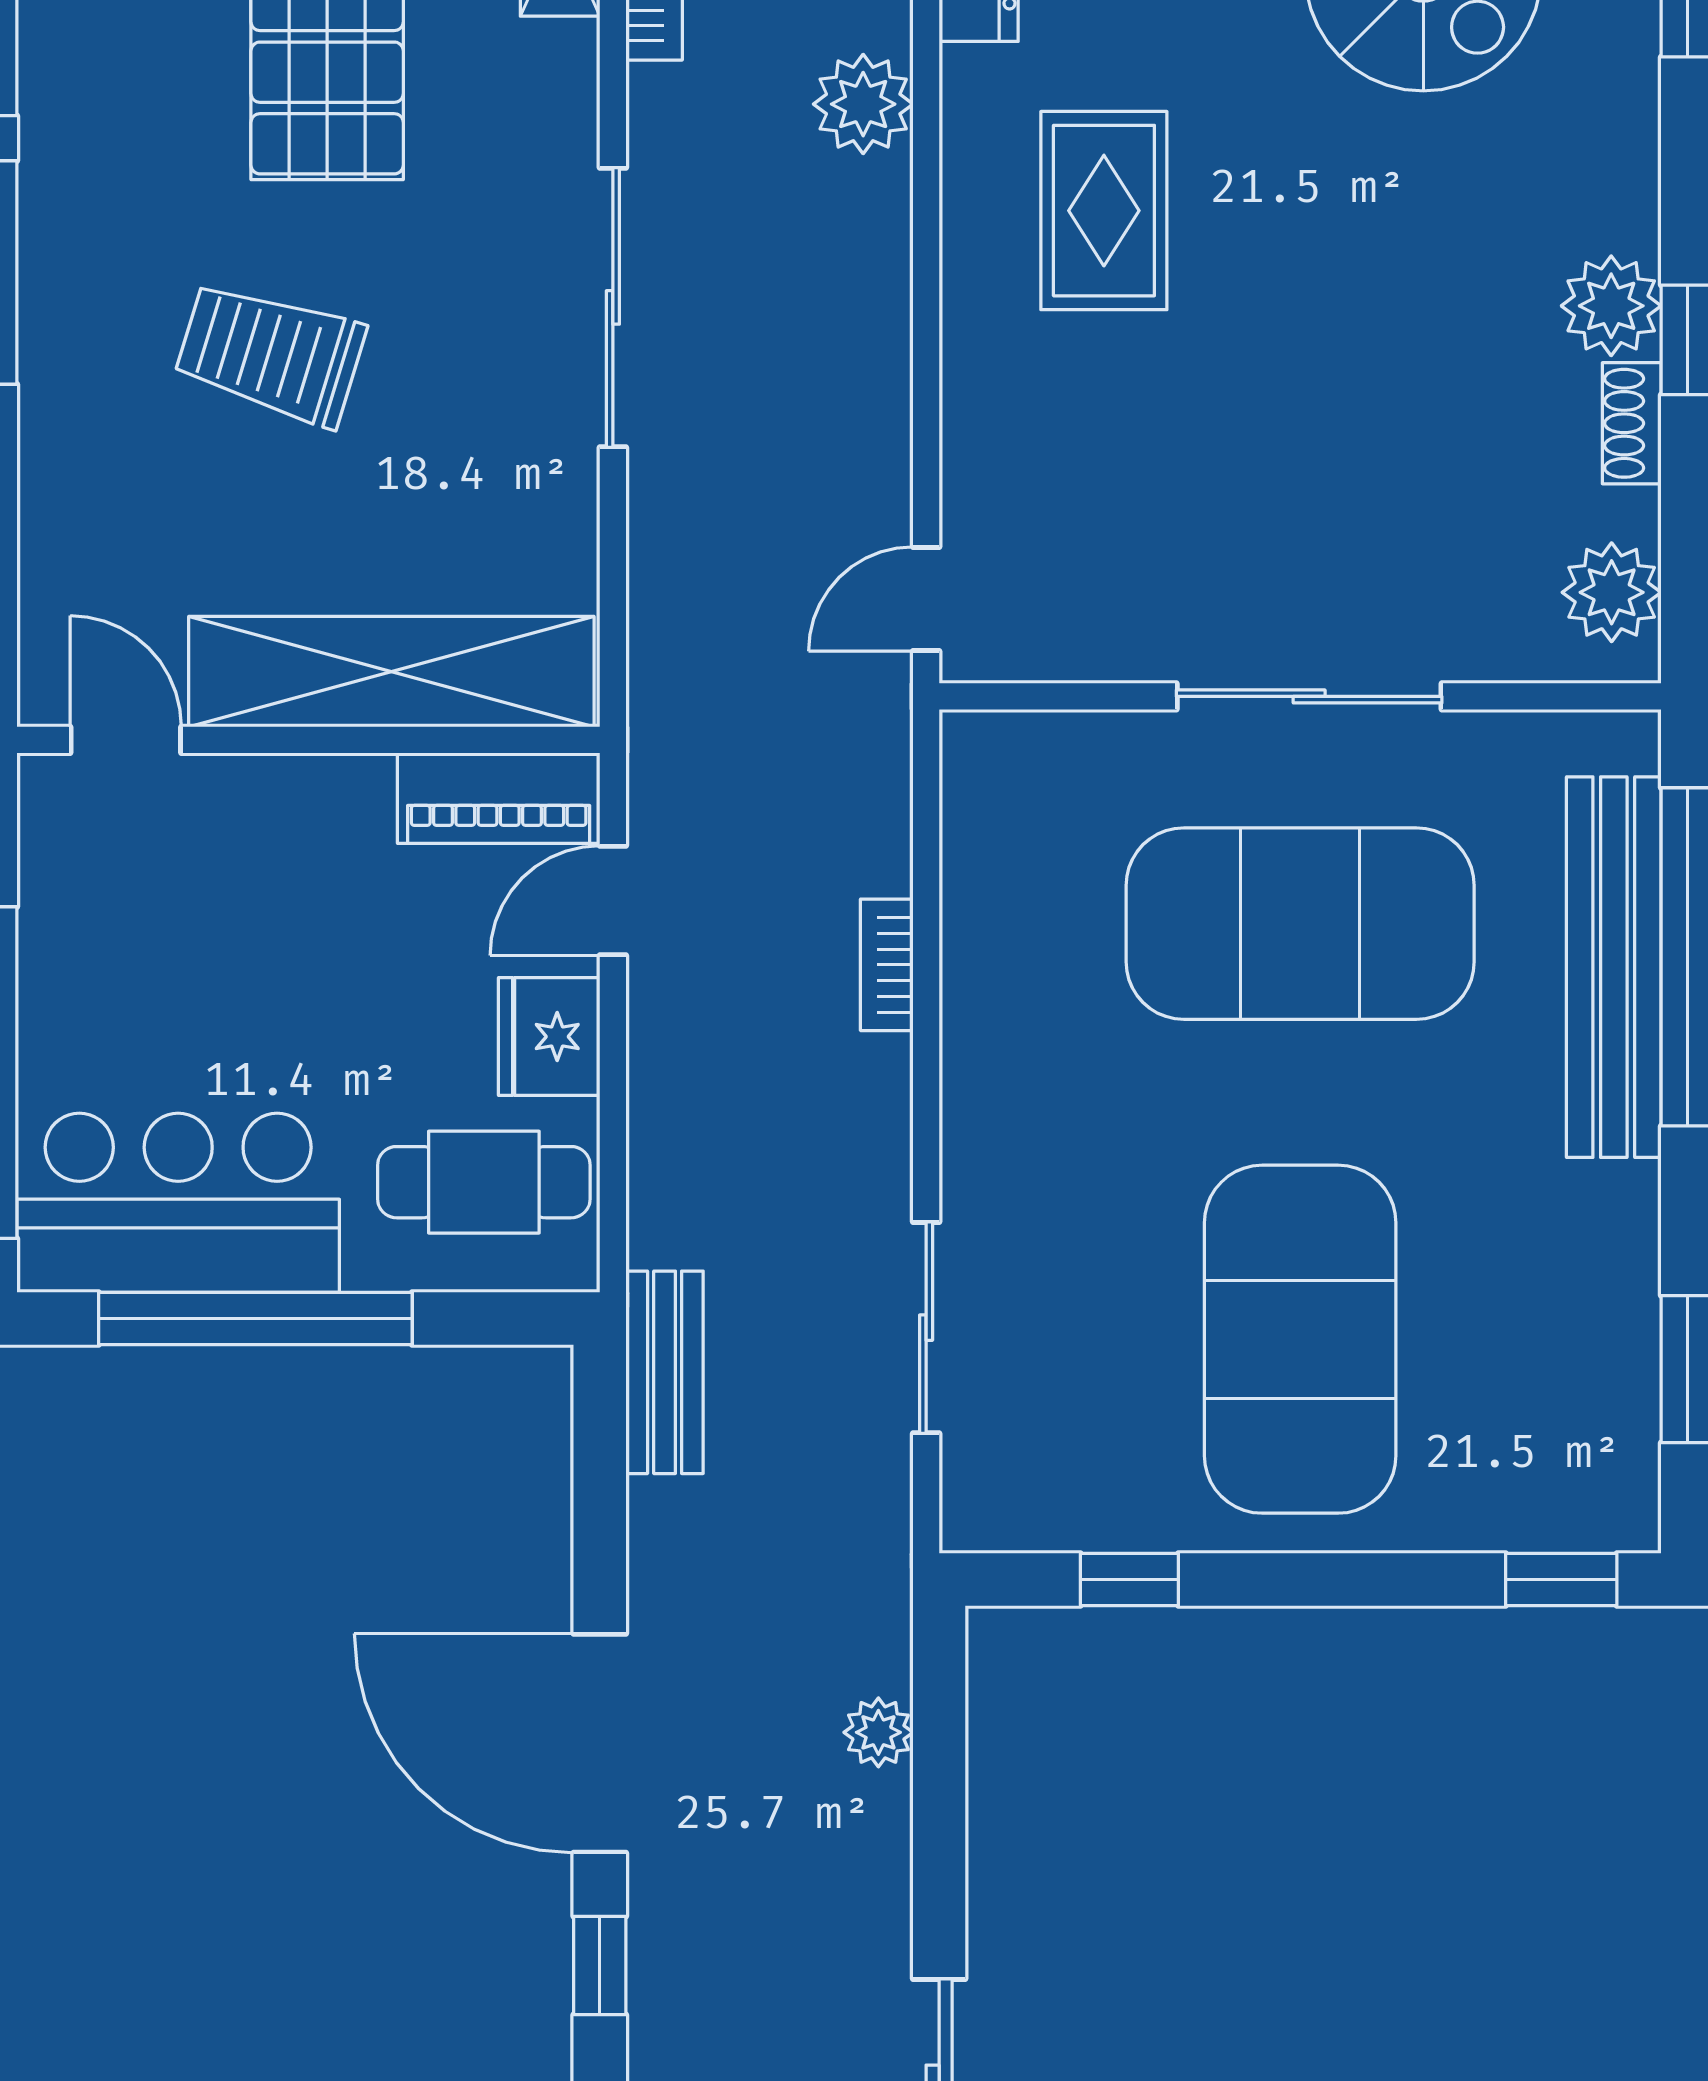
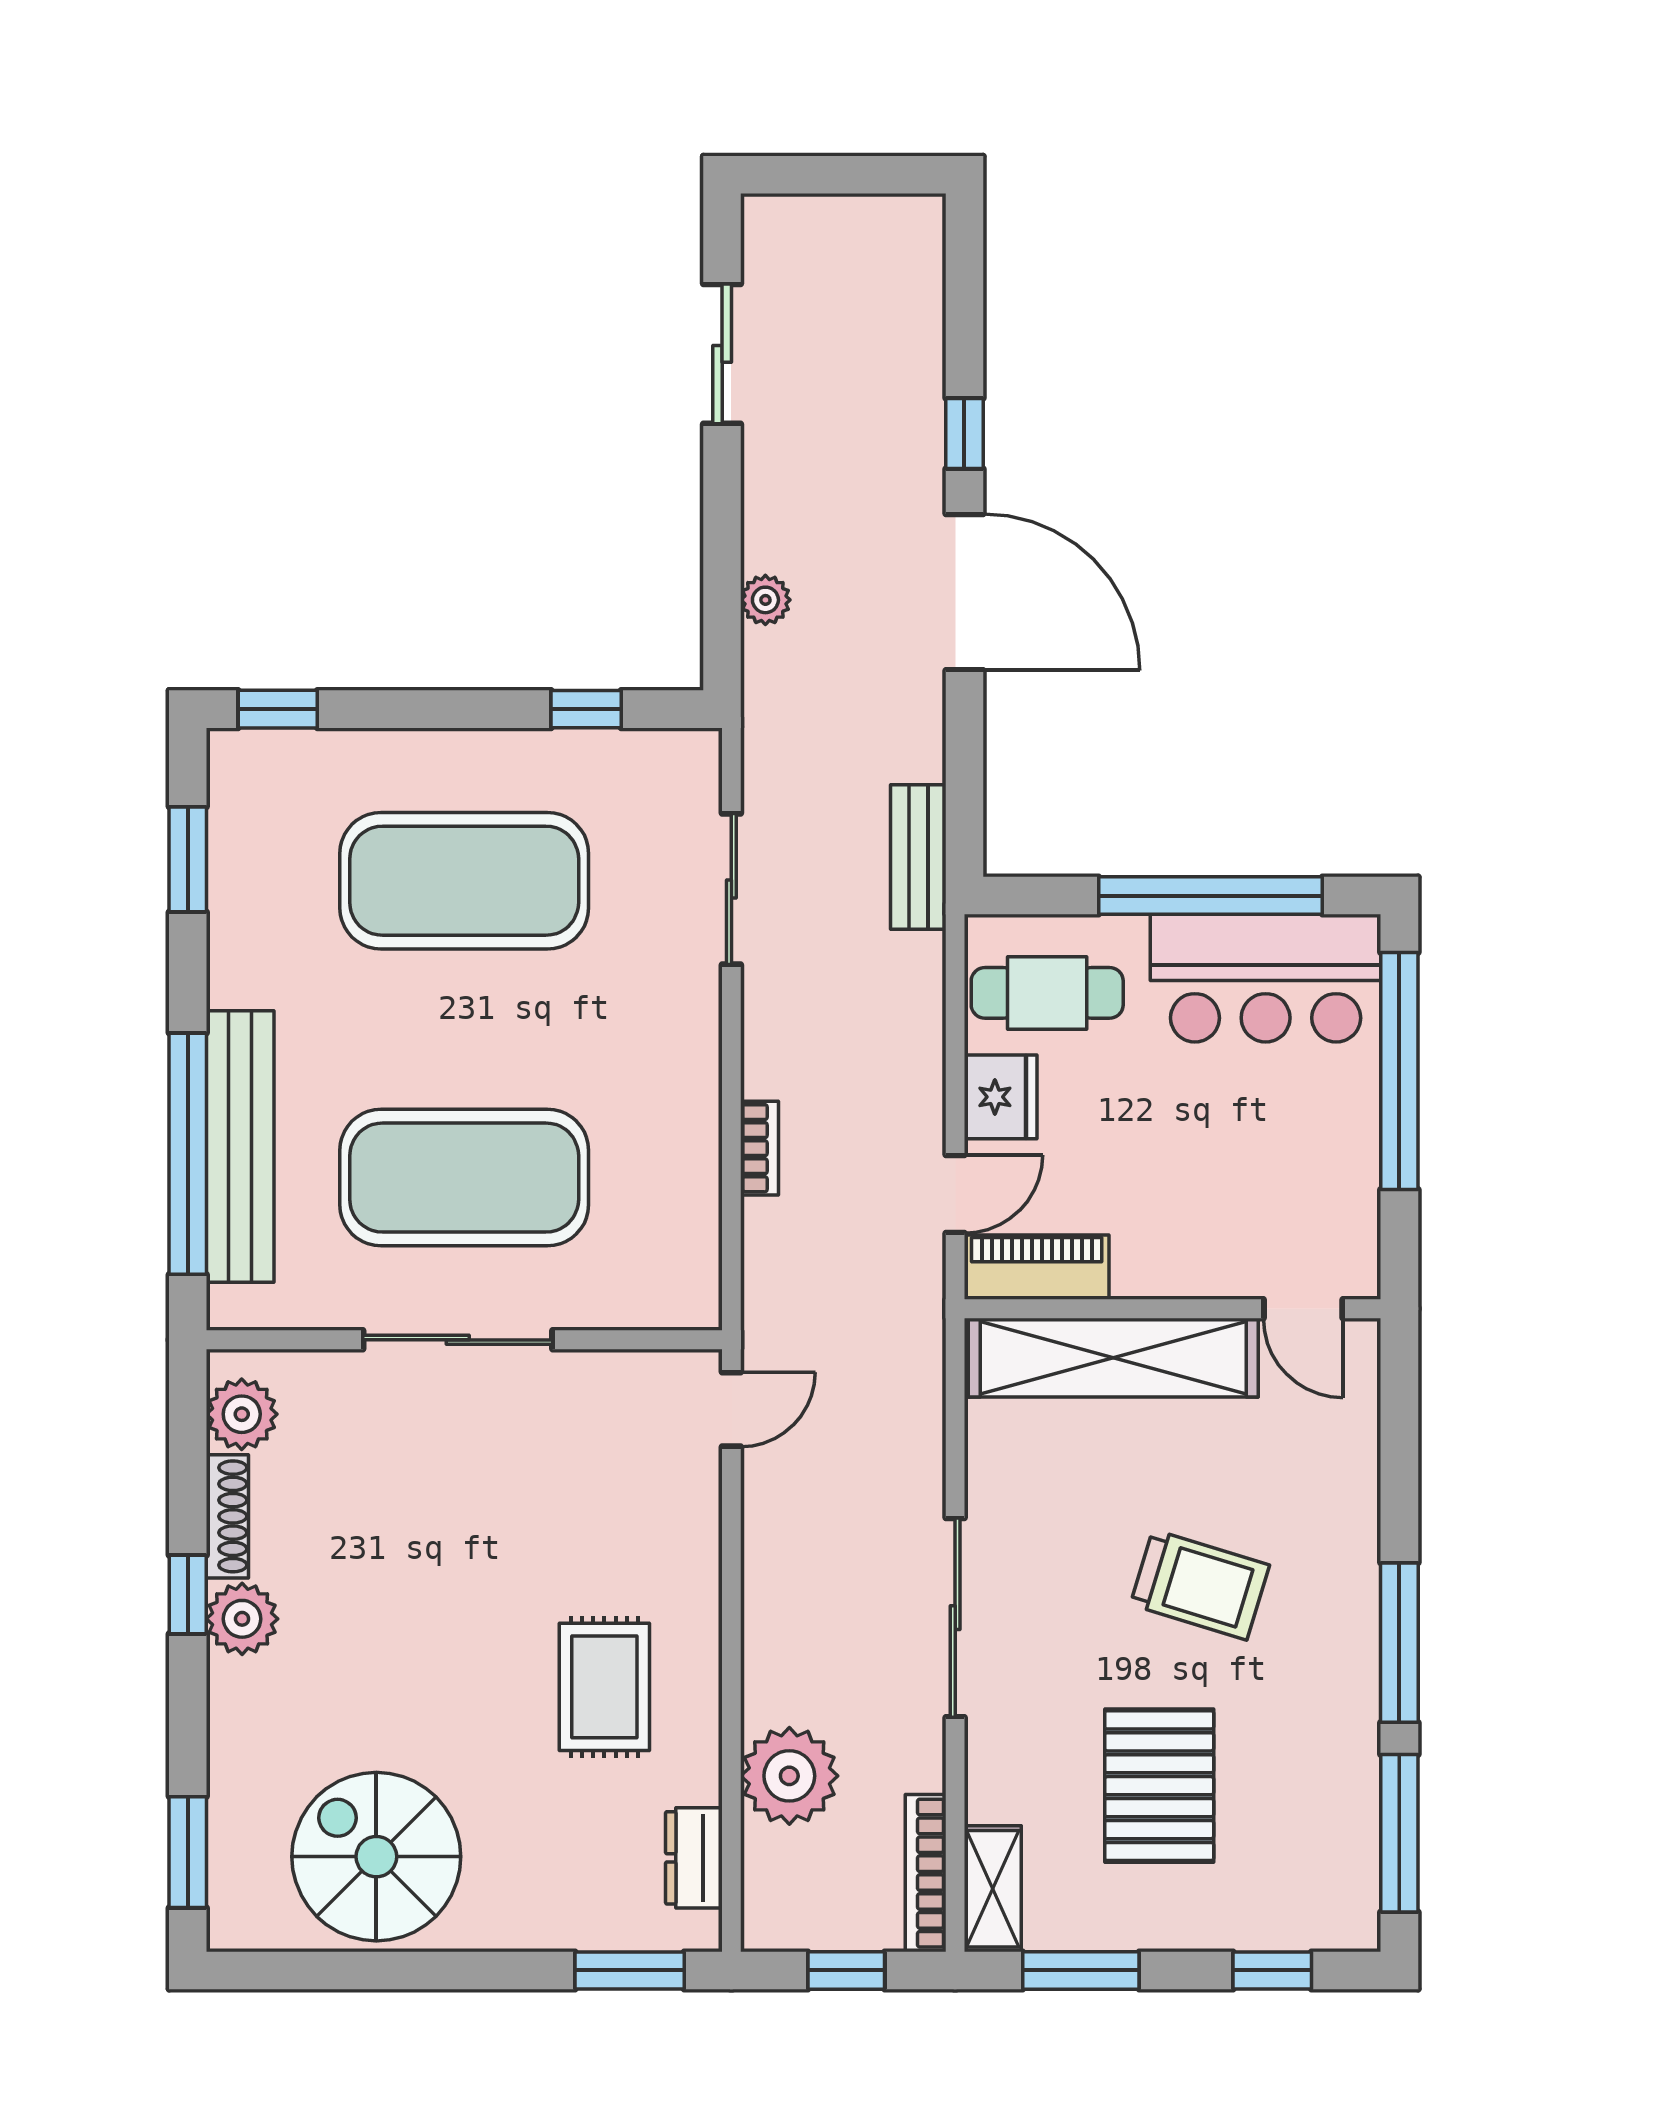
plant: (863, 104) -> (789, 1776), width x1.36, depth x1.36
shoe rack: (1632, 423) -> (227, 1516), width x1.43
exercise mat: (1300, 1339) -> (464, 881), turned 90

